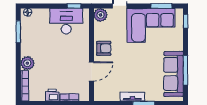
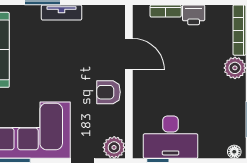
door: (91, 71) -> (129, 54), swing flipped

